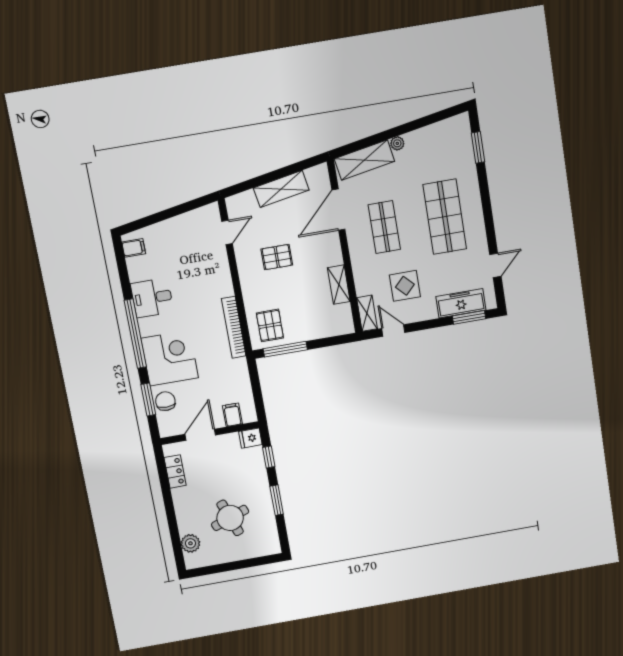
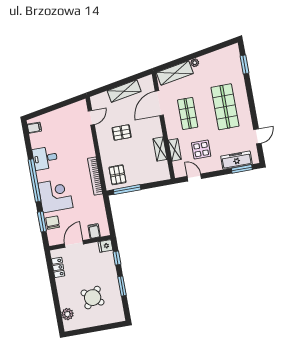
shelving: (367, 313) -> (175, 150), moved
round table: (230, 518) -> (93, 298), turned -31

